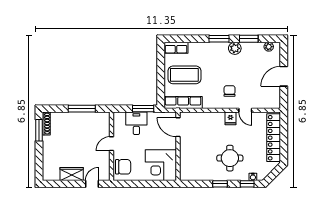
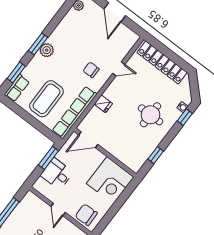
window: (249, 39) -> (16, 72), moved
plant: (235, 48) -> (47, 50), moved
row of seats: (183, 102) -> (75, 112), width x1.36
fridge: (230, 118) -> (103, 104), moved
chair: (123, 167) -> (86, 215), turned -92
window: (220, 184) -> (156, 155), moved

